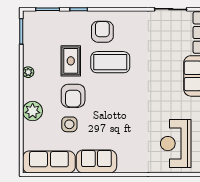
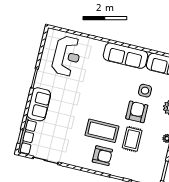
armchair: (102, 32) -> (102, 156), turned -90
sofa: (96, 162) -> (126, 56), width x1.36

